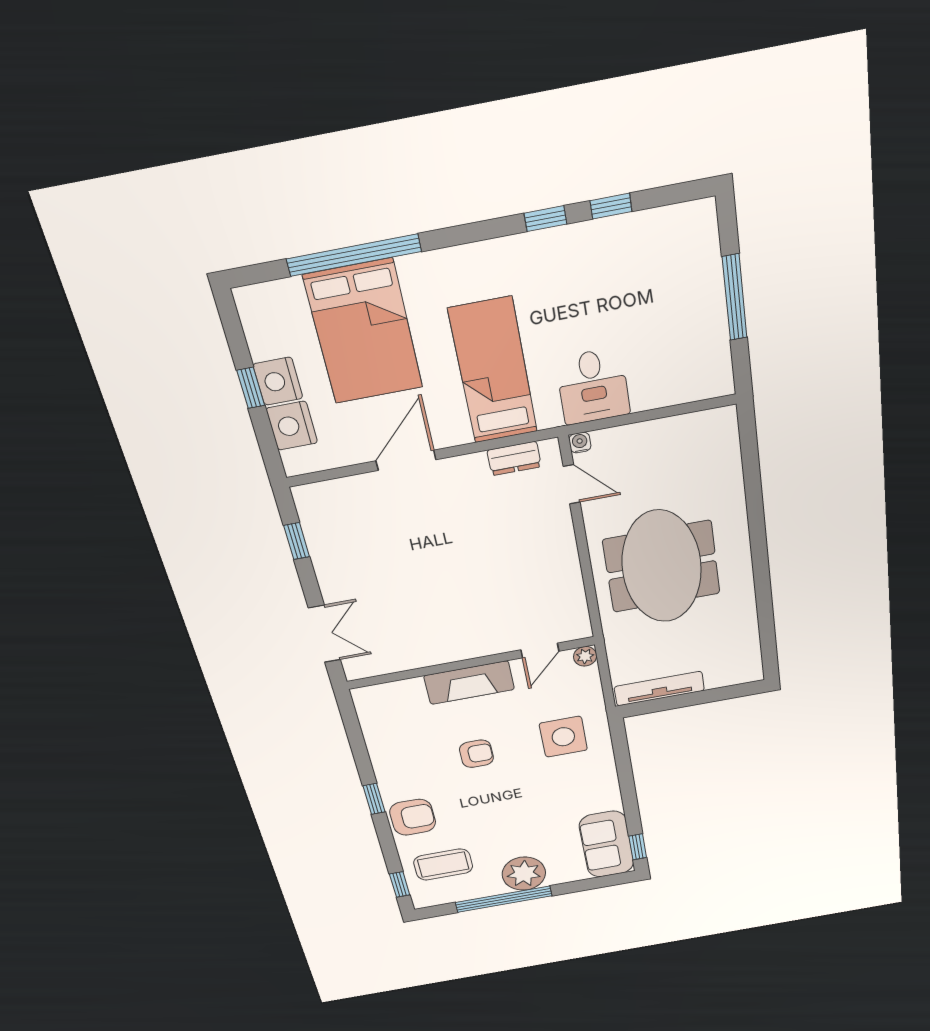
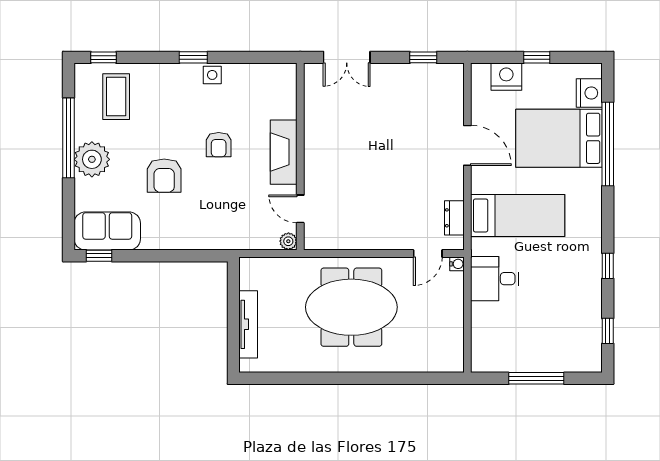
window: (611, 206) -> (608, 331), moved
nightstand: (278, 381) -> (589, 93), moved, turned 90
tv unit: (659, 689) -> (248, 324), moved
side table: (563, 737) -> (212, 75), moved, width x0.54, depth x0.54
armchair: (413, 817) -> (164, 176), moved

